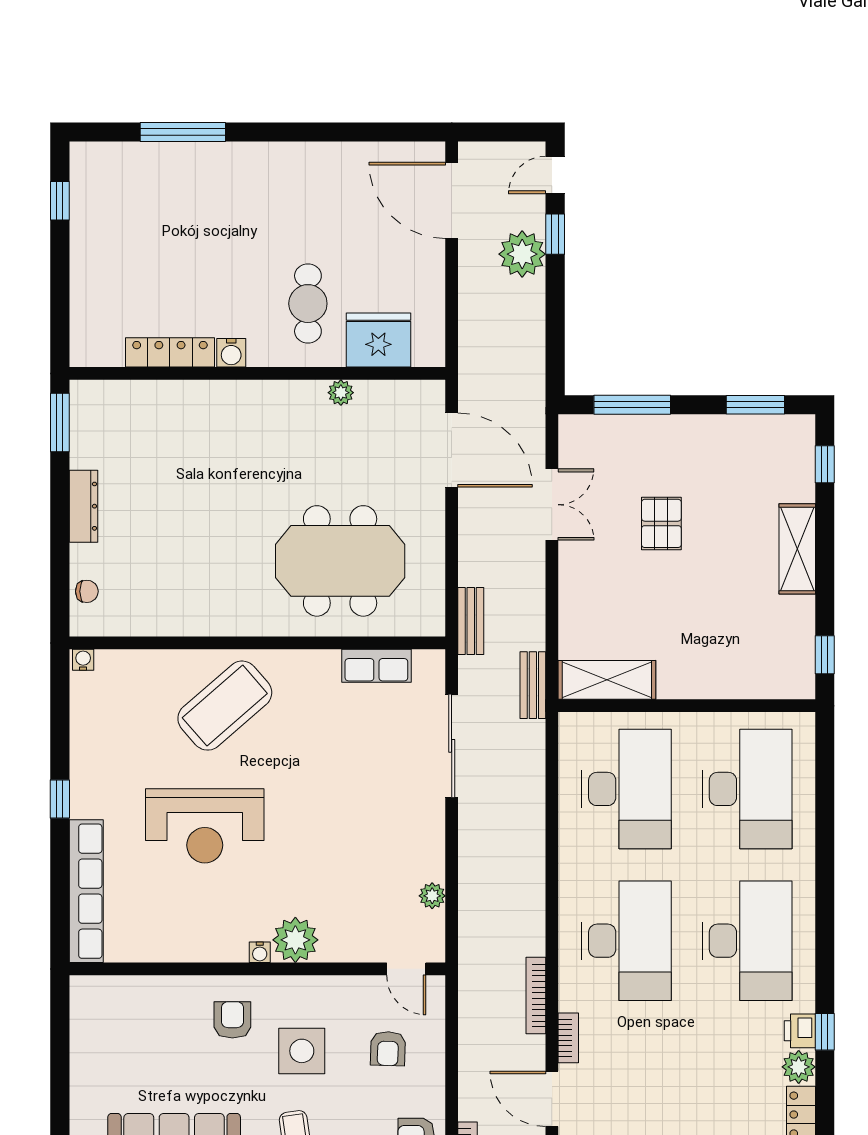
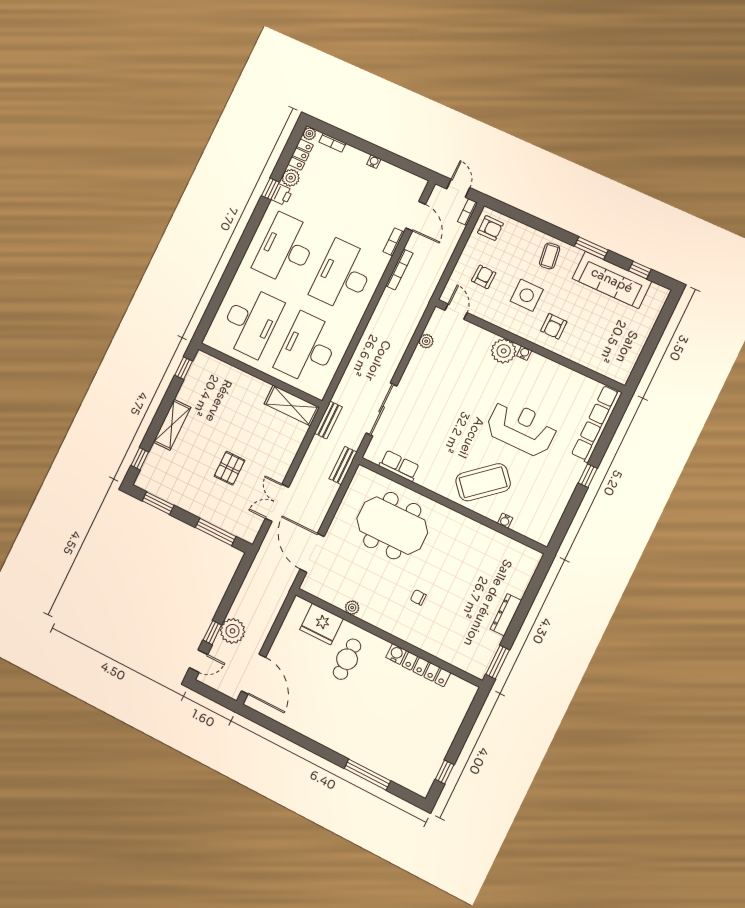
chair: (87, 591) -> (418, 597), moved
water cooler: (83, 660) -> (505, 521), moved
desk: (747, 789) -> (251, 322), turned 180

